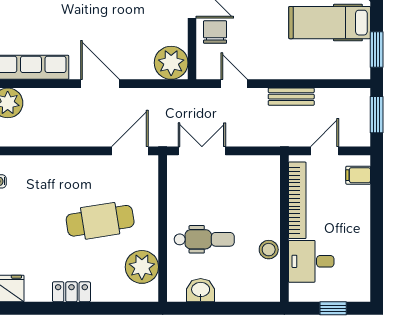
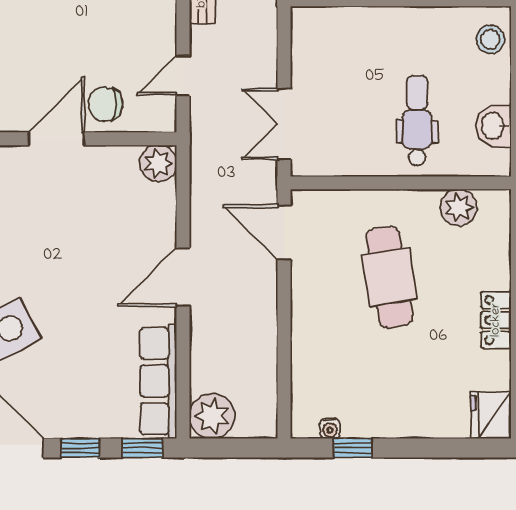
plant: (171, 63) -> (158, 163), width x0.73, depth x0.73
stool: (269, 250) -> (490, 39), moved
plant: (142, 267) -> (459, 207), width x0.73, depth x0.73

